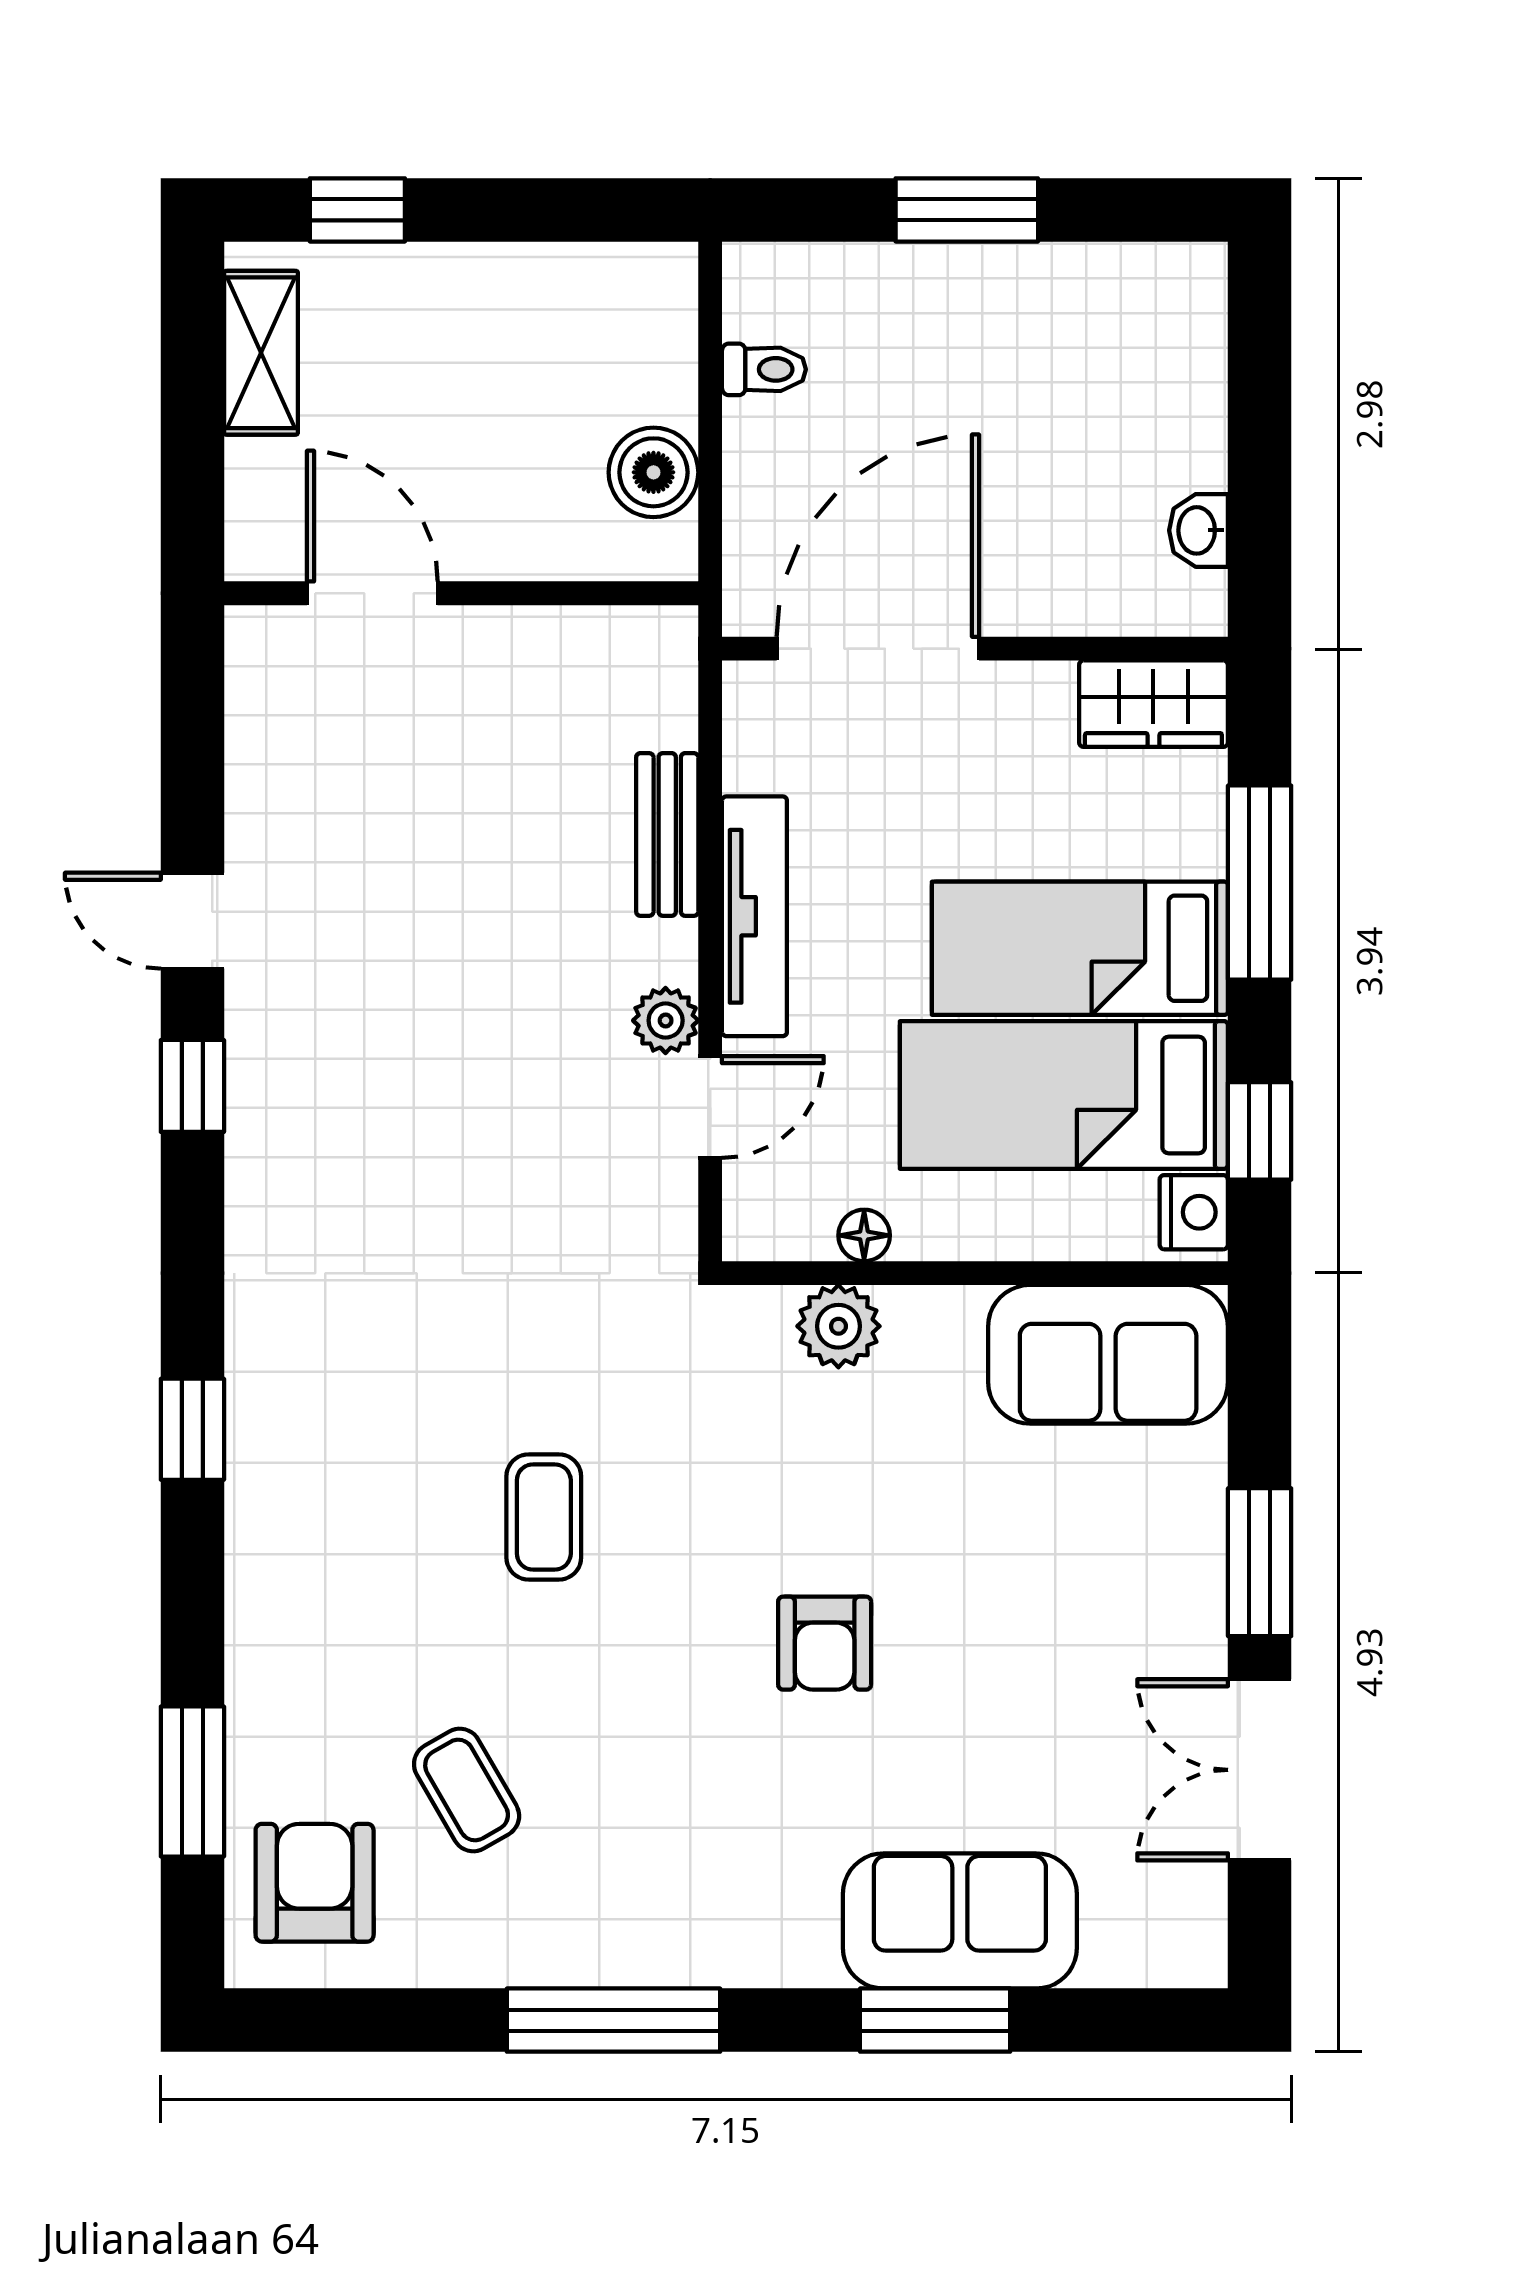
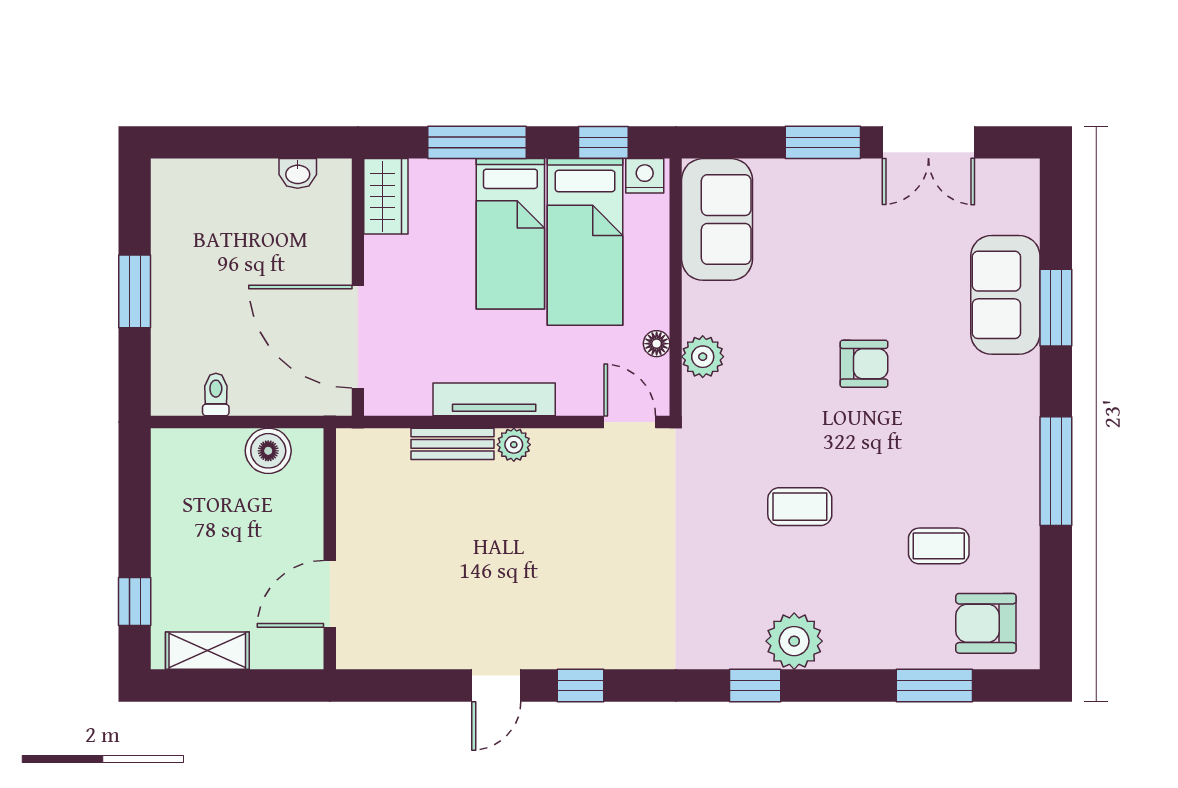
plant: (666, 1020) -> (514, 445), moved
door: (710, 1107) -> (630, 422), moved
plant: (280, 1506) -> (794, 641), added
coffee table: (467, 1790) -> (939, 546), turned 30

